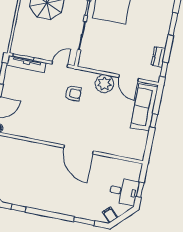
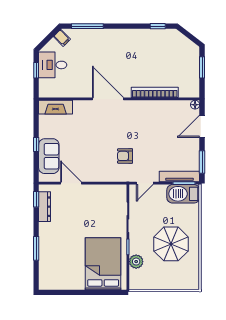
barbecue: (26, 47) -> (183, 194), added
dresser: (158, 57) -> (45, 207), width x1.44
plant: (104, 84) -> (95, 172), removed
sofa: (144, 107) -> (49, 156), width x0.73
bookcase: (34, 147) -> (155, 92), added
fireplace: (129, 152) -> (56, 107), added
window: (84, 221) -> (87, 26), width x1.44

